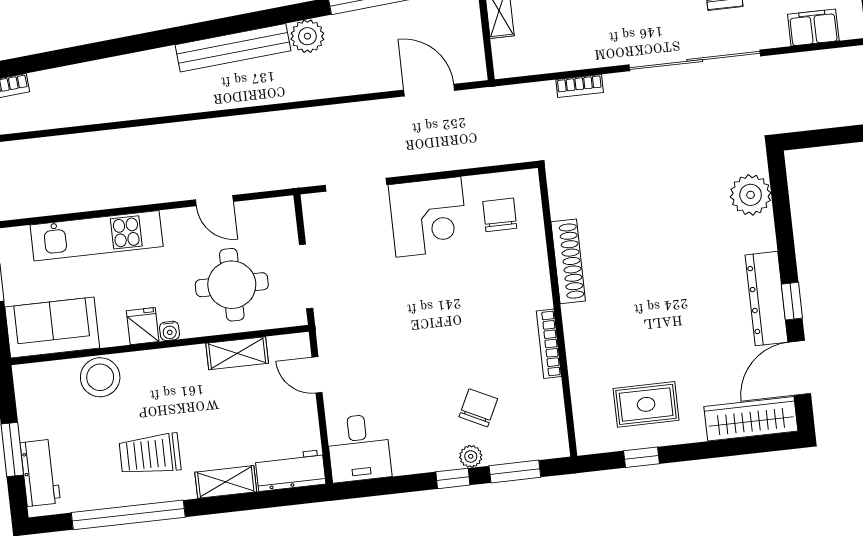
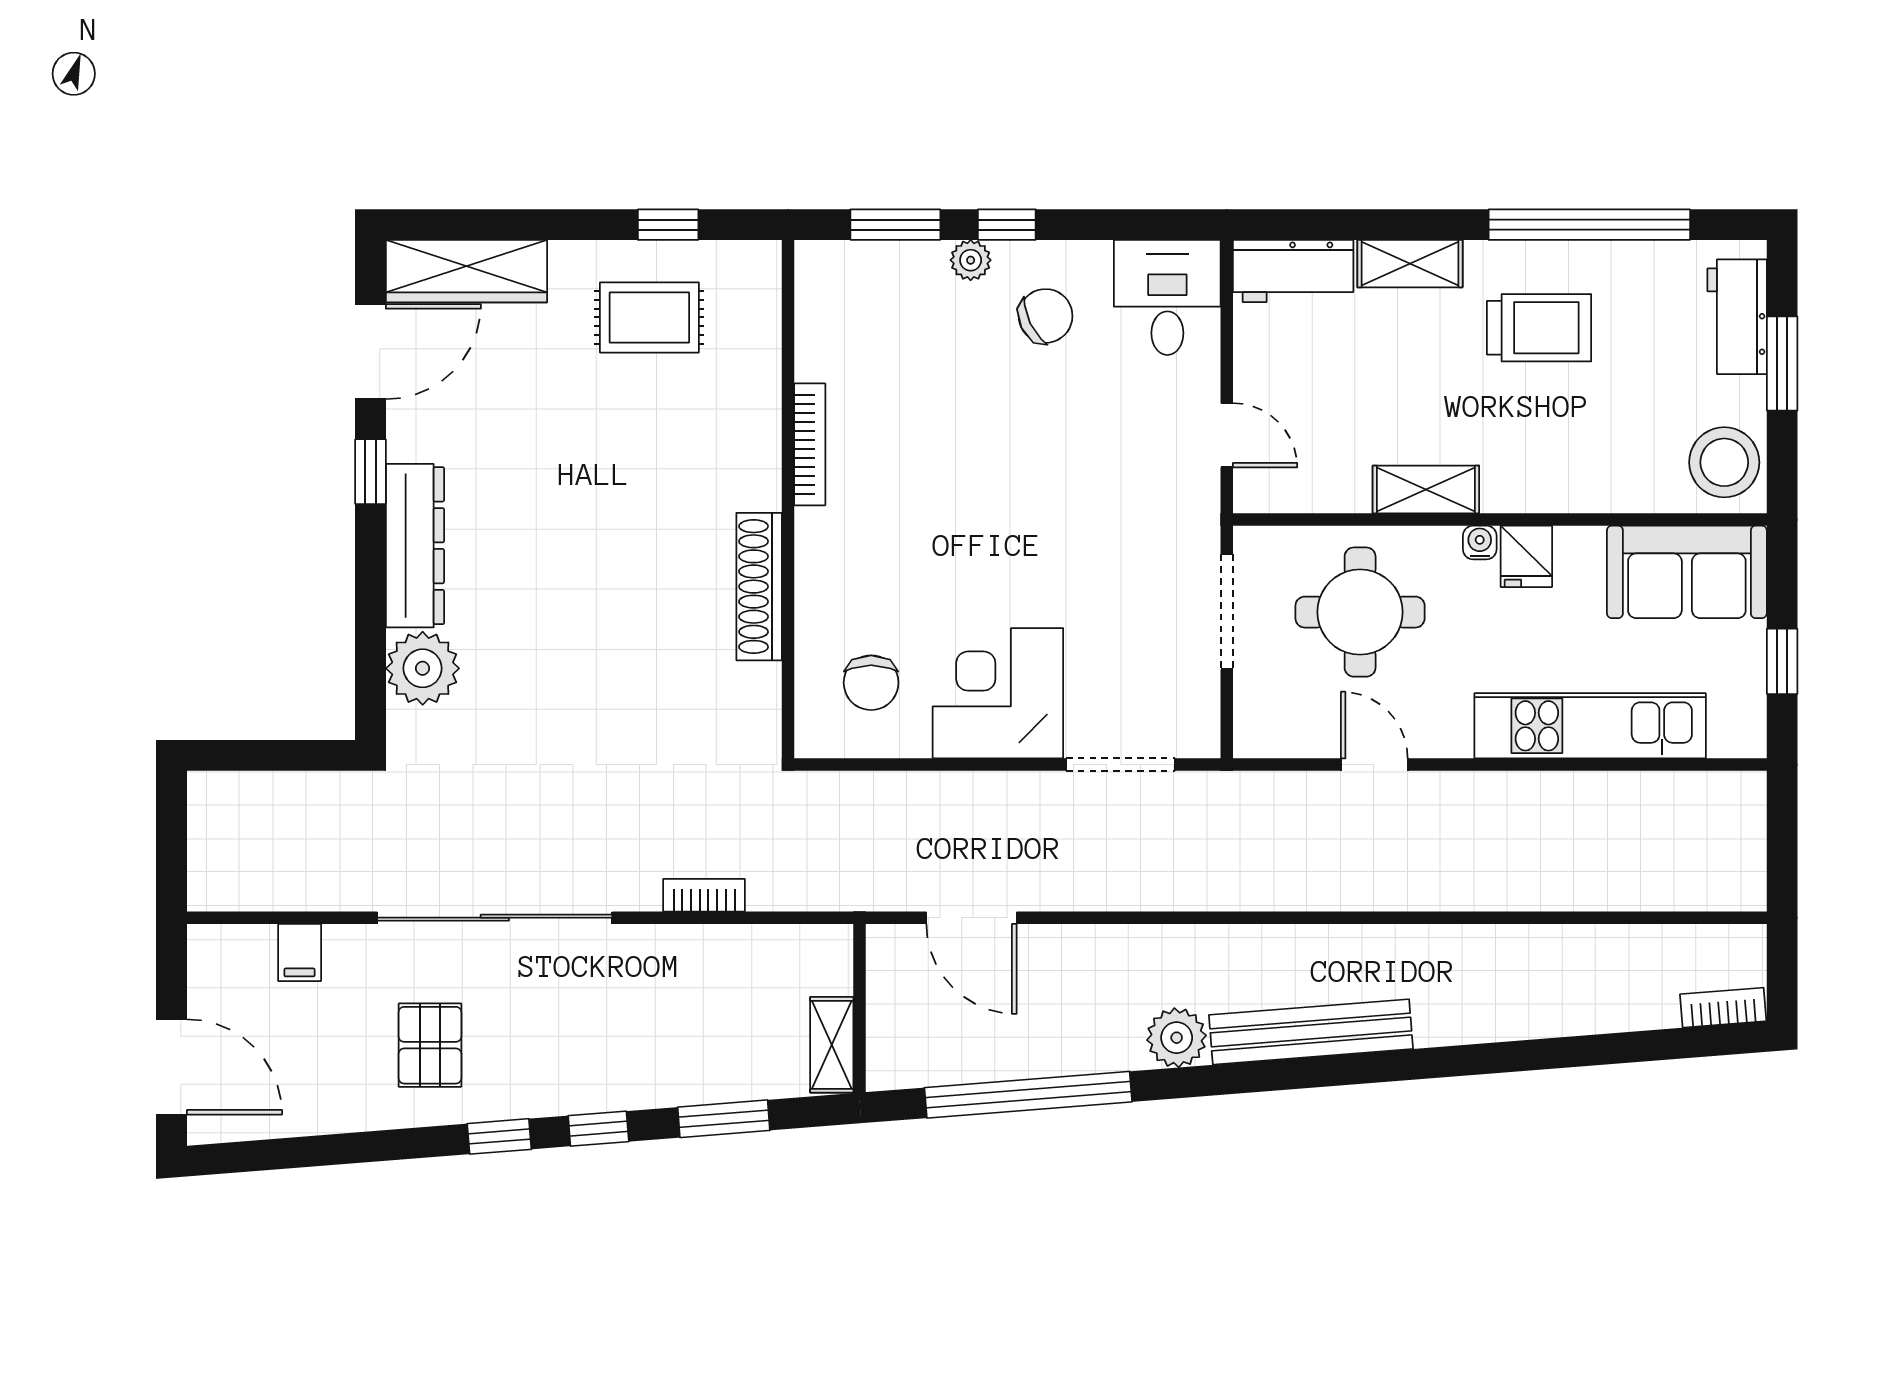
filing cabinet: (813, 28) -> (300, 952), width x0.50
dresser: (766, 299) -> (415, 546), moved
shelving: (237, 353) -> (1426, 489), moved
stool: (100, 377) -> (1724, 462), moved
chair: (478, 408) -> (1046, 316), moved, turned -142

